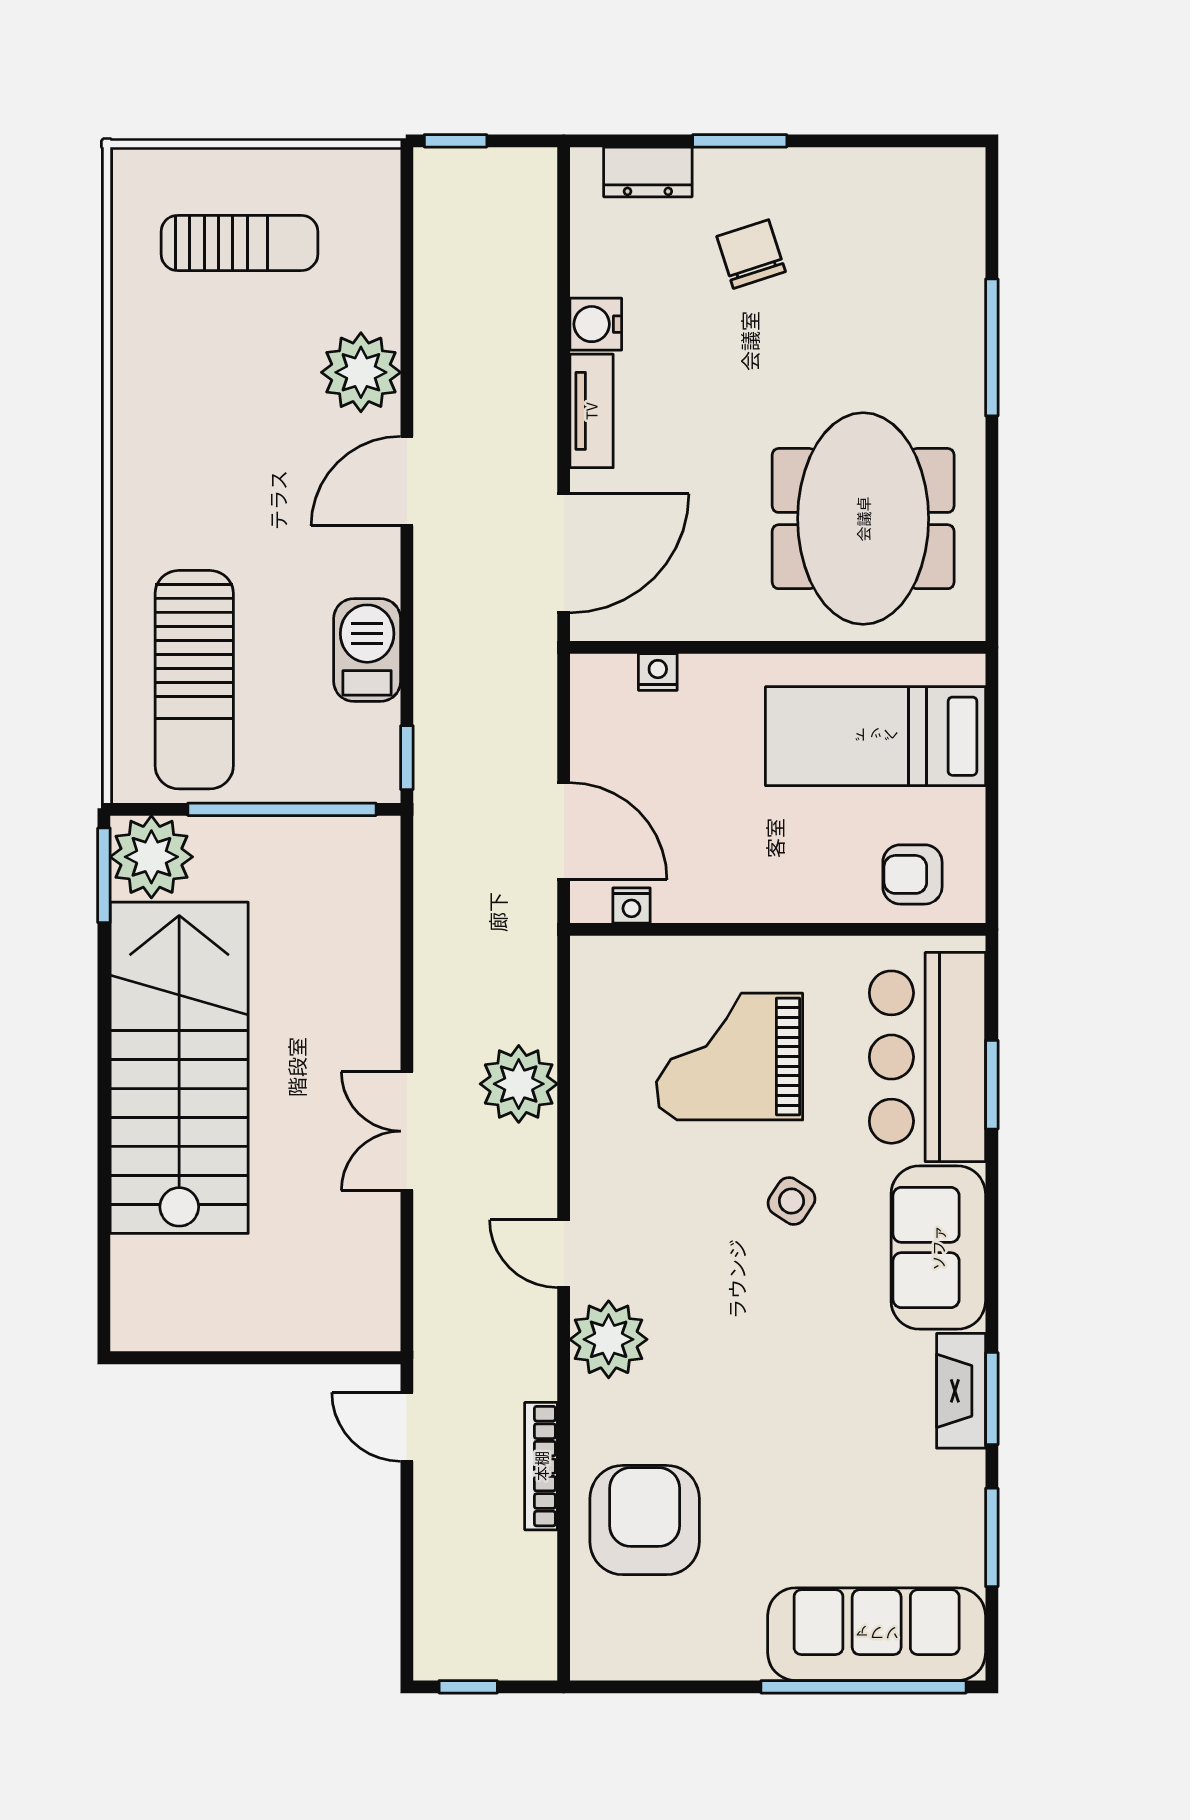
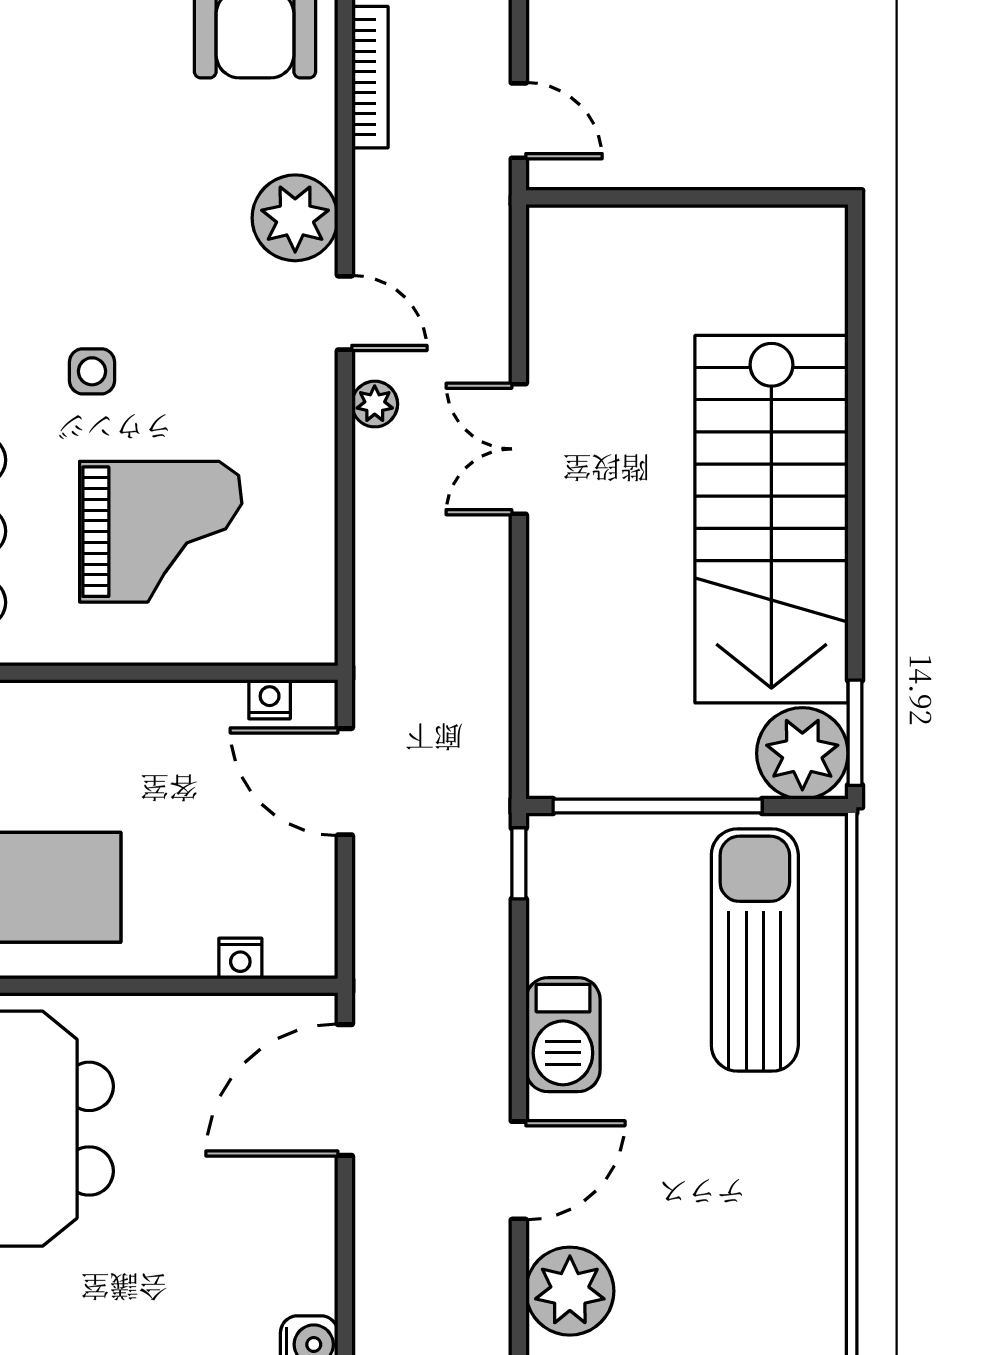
tv unit: (591, 411) -> (314, 1248), removed
barbecue: (367, 650) -> (563, 1035), moved
plant: (519, 1084) -> (375, 404), moved, width x0.53, depth x0.53
double door: (407, 1131) -> (519, 449), swing flipped
side table: (791, 1201) -> (92, 371), turned -33

